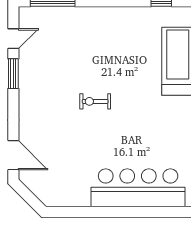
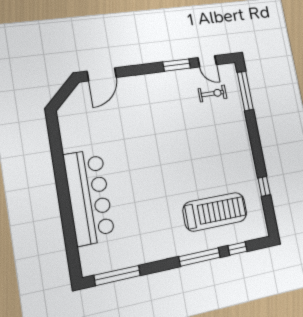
exercise bike: (95, 101) -> (212, 94), moved, turned 90

